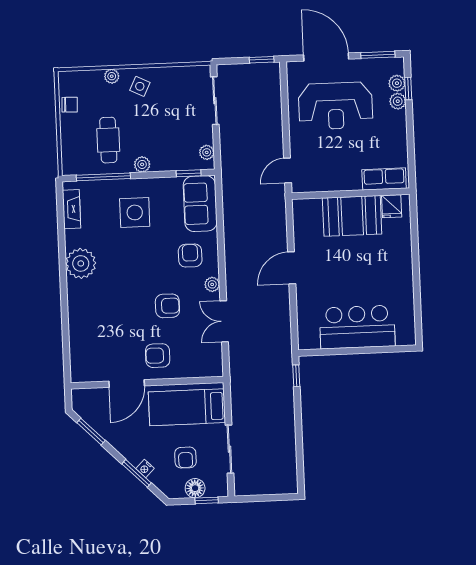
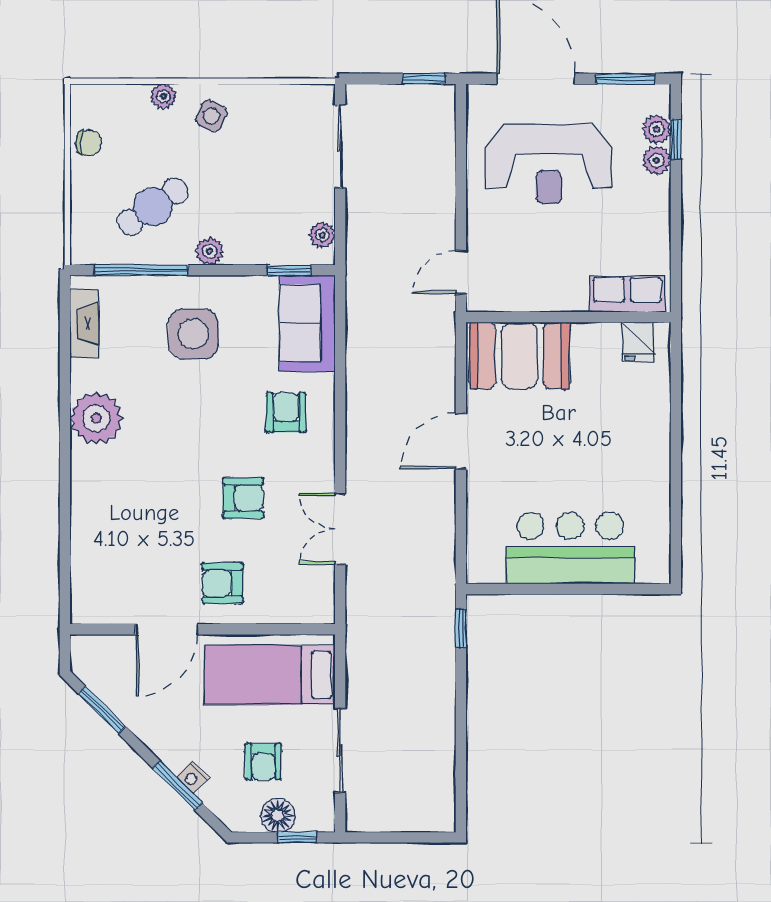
cafe table: (108, 140) -> (153, 207), turned 55
booth: (352, 216) -> (519, 356), moved
plant: (212, 284) -> (322, 464), removed

